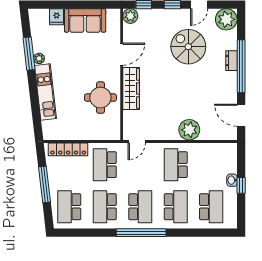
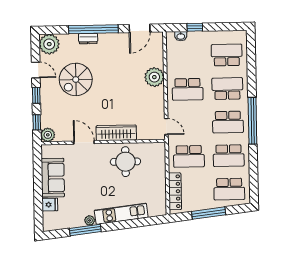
washbasin: (232, 180) -> (181, 36), moved
window: (241, 185) -> (195, 27), moved
school desk: (140, 207) -> (228, 122), turned 180

